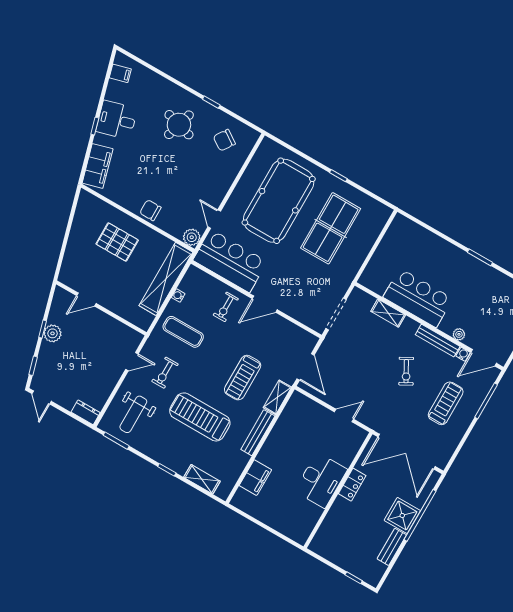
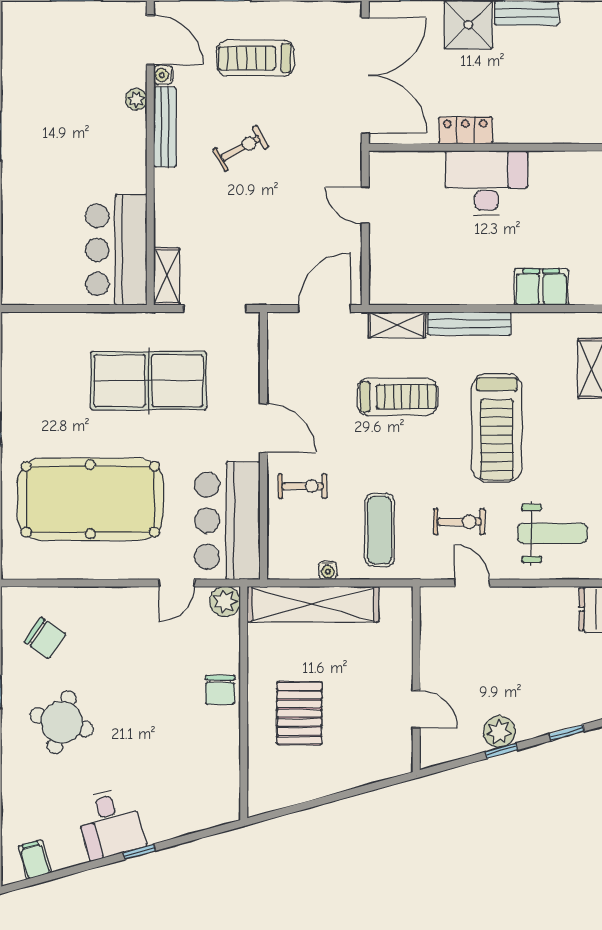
filing cabinet: (98, 166) -> (199, 812), removed
table tennis table: (331, 228) -> (149, 381), moved
bar counter: (418, 298) -> (116, 250), moved
shelving: (388, 313) -> (167, 277), moved

